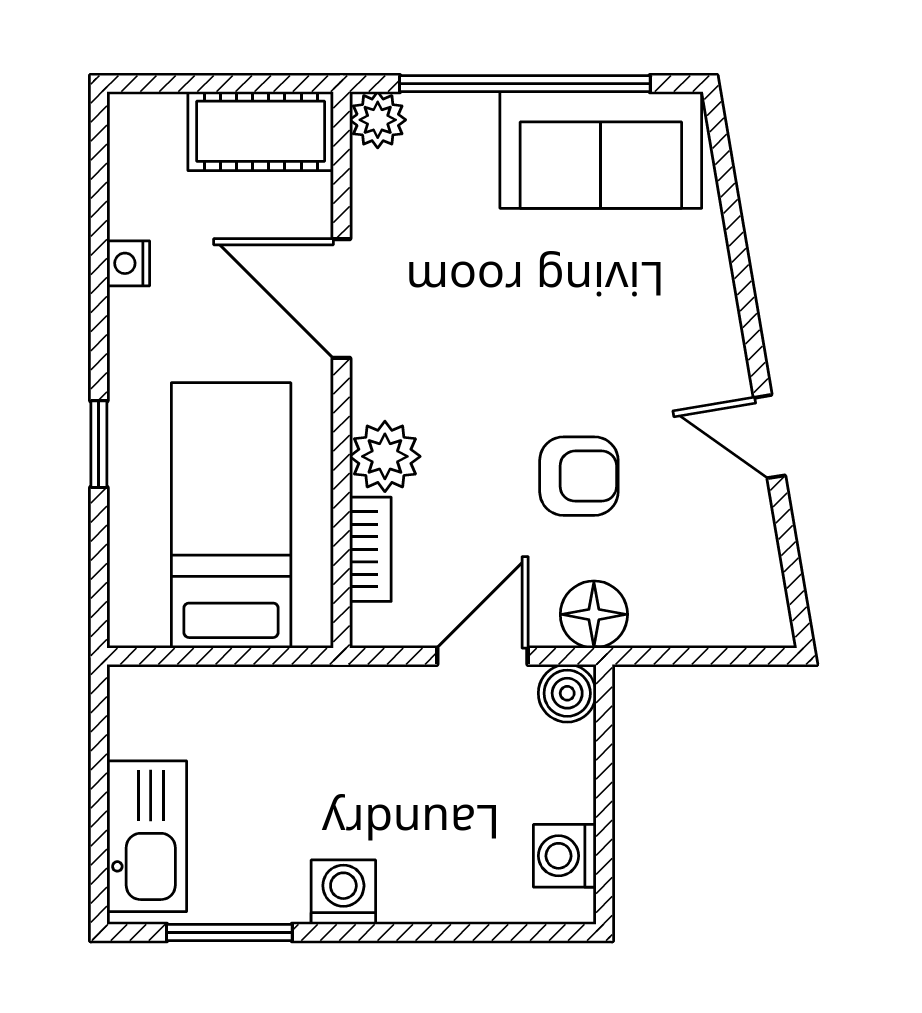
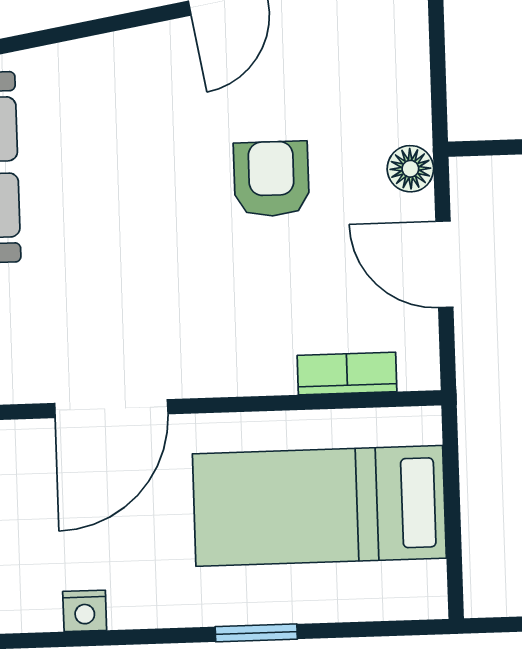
plant: (385, 456) -> (259, 363), removed
floor lamp: (594, 614) -> (410, 169), width x0.73, depth x0.73
boiler: (567, 693) -> (477, 183), removed

